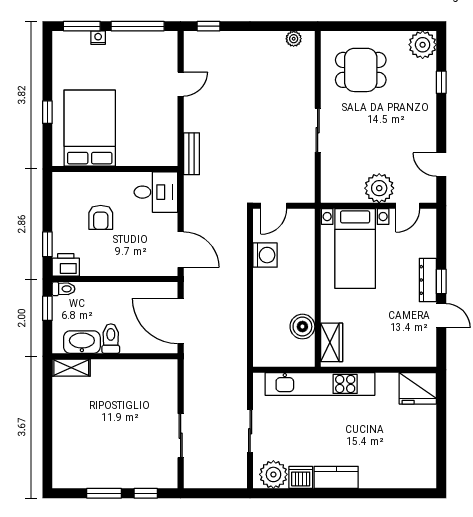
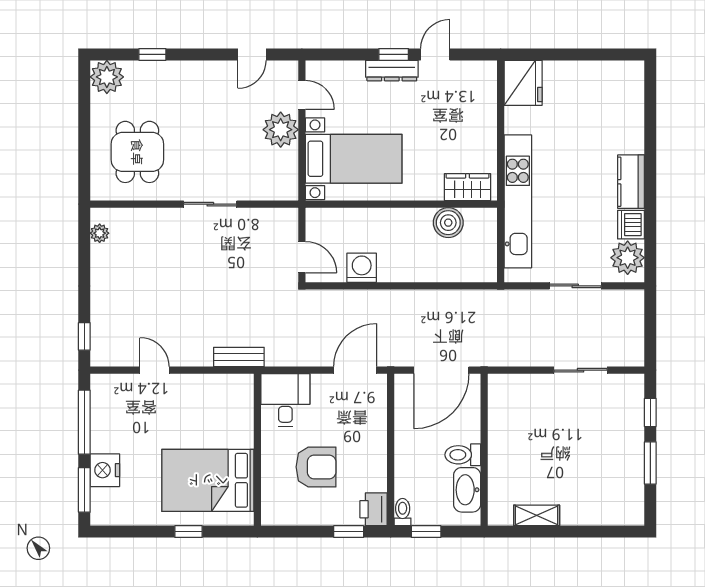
nightstand: (98, 38) -> (105, 470), width x1.89, depth x1.79
armchair: (101, 217) -> (316, 467), width x1.38, depth x1.38
shelving: (71, 368) -> (537, 515), moved, turned 90

